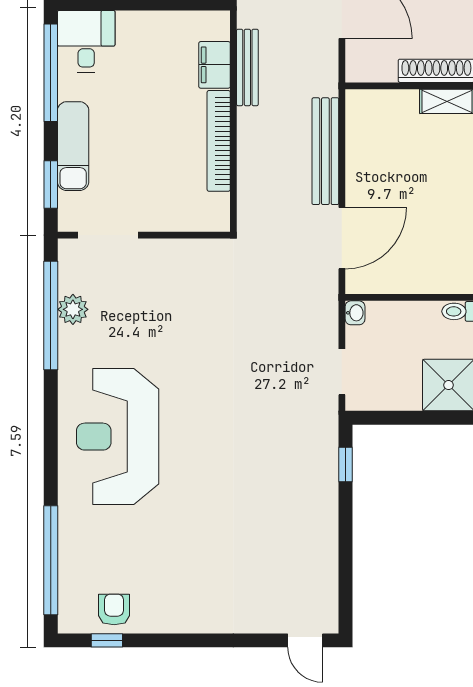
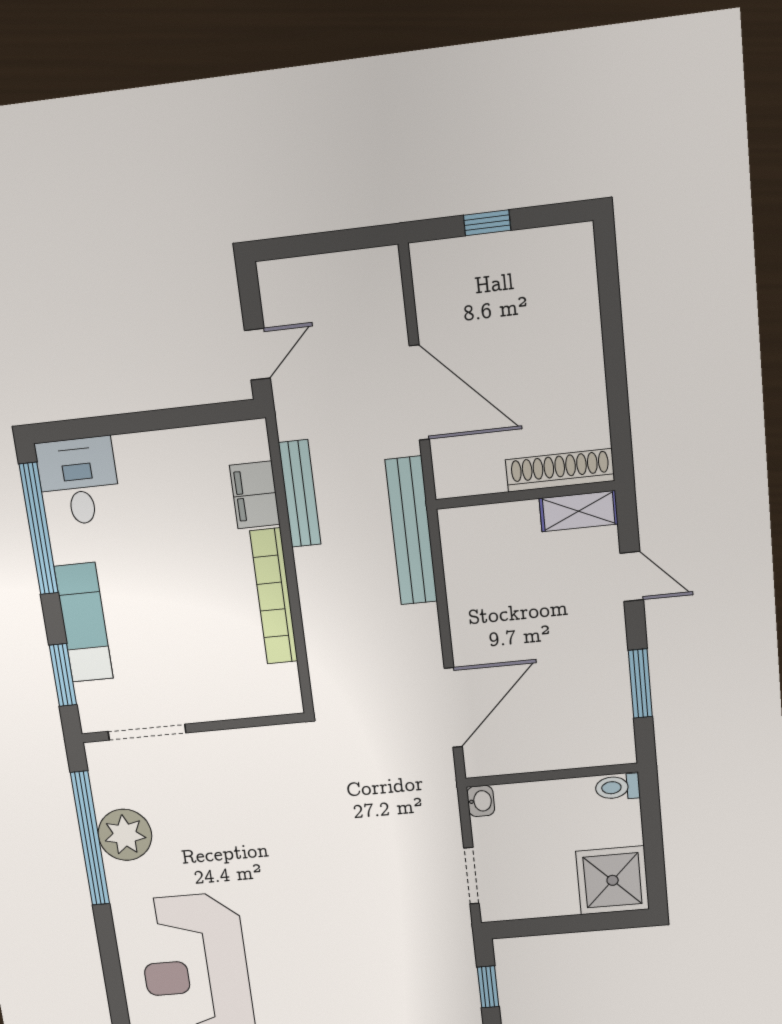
bench: (325, 151) -> (411, 531), moved
plant: (73, 309) -> (125, 835), width x1.36, depth x1.36

